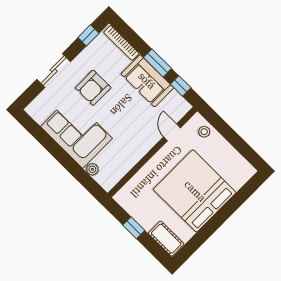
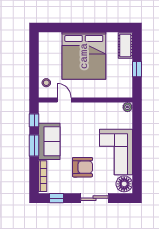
floor lamp: (40, 111) -> (124, 184), added
door: (172, 132) -> (64, 100), swing flipped
plant: (92, 169) -> (127, 107), moved

